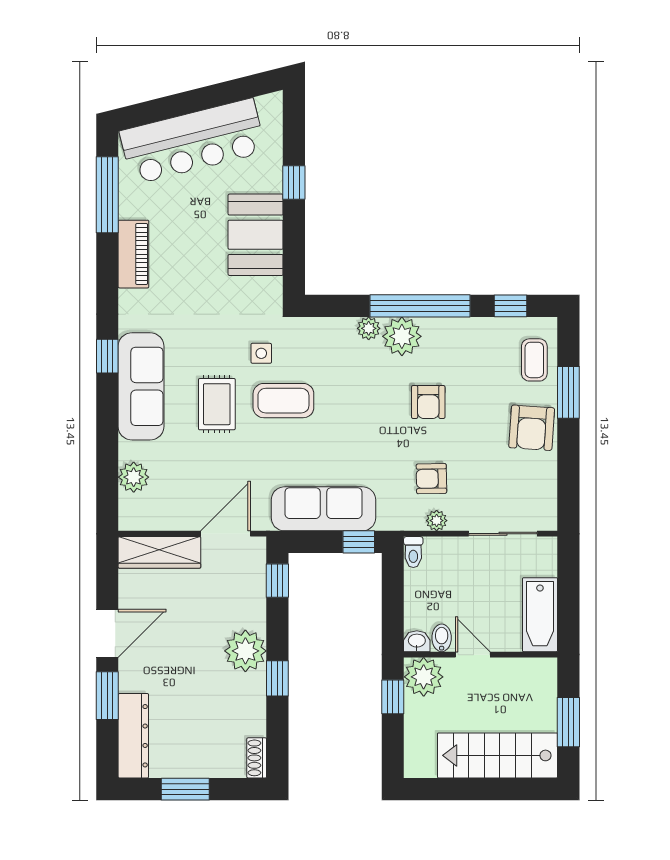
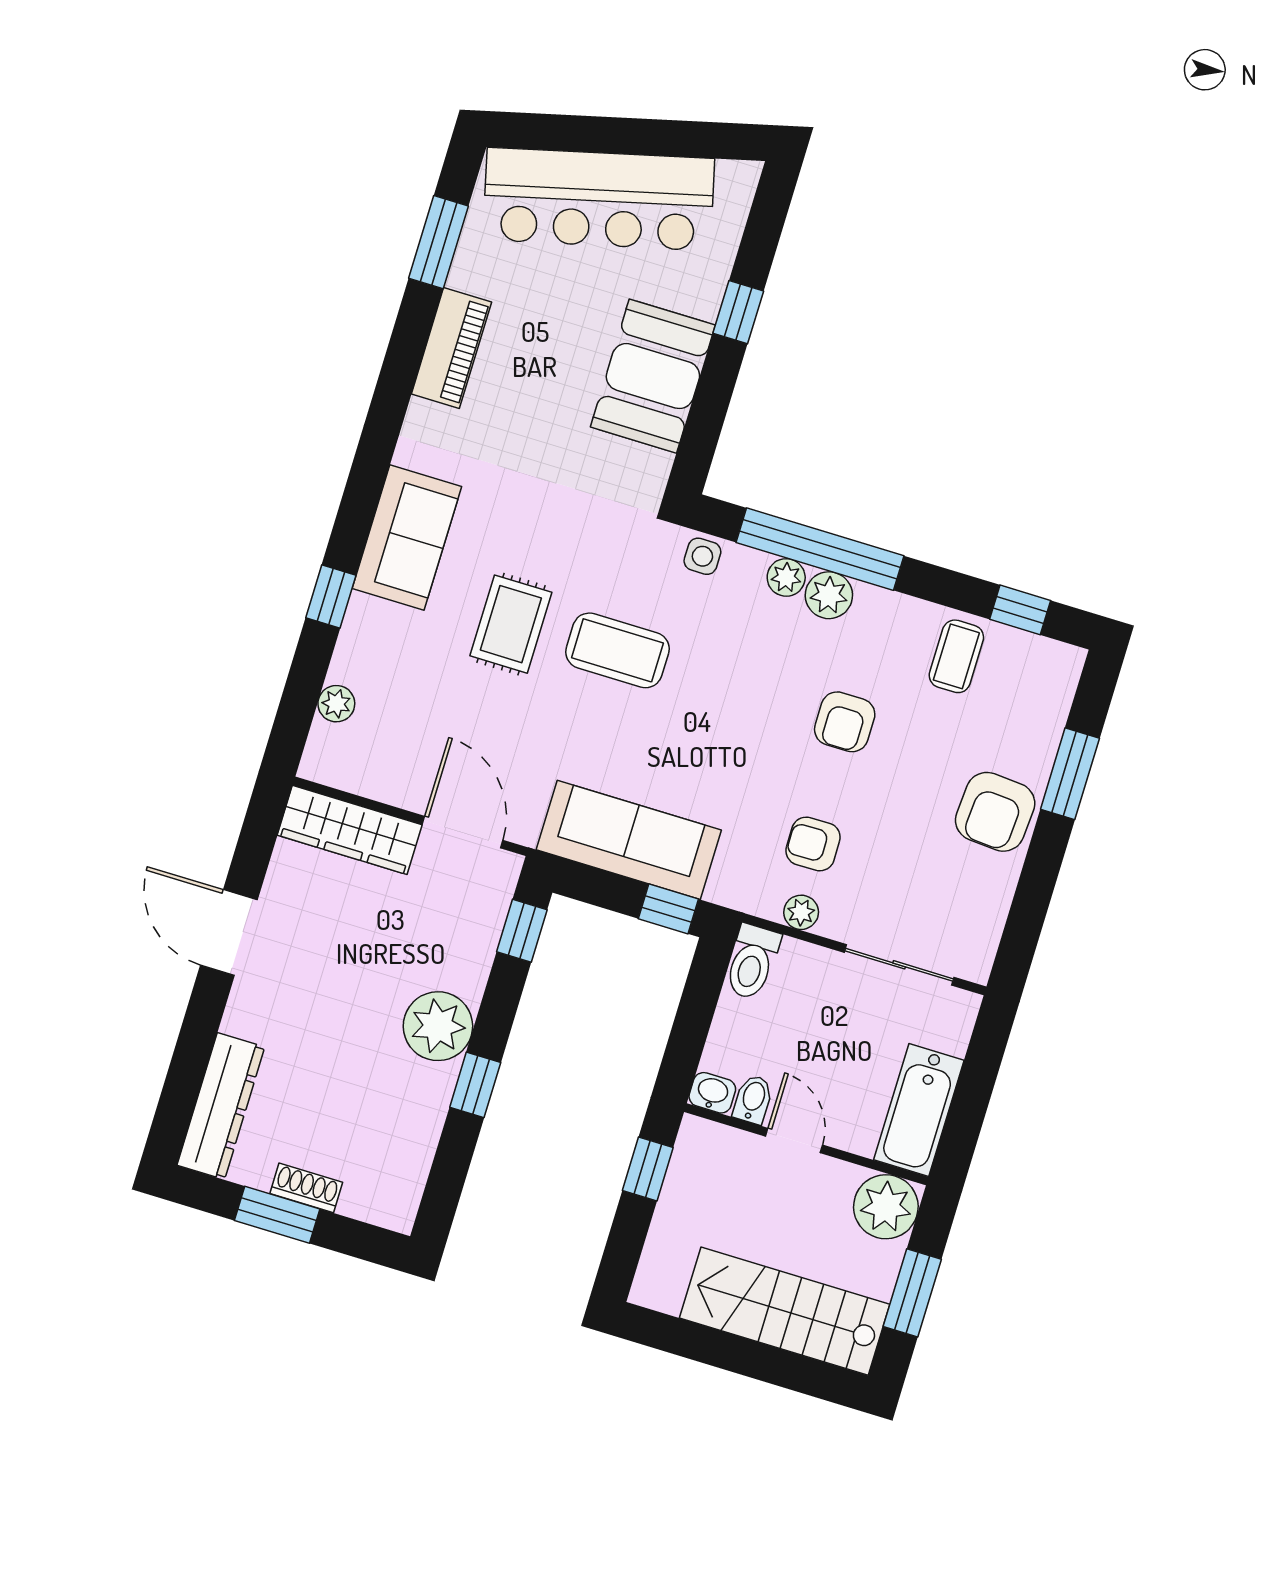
window: (107, 195) -> (439, 242), width x0.69
window: (420, 306) -> (820, 549), moved
plant: (402, 336) -> (829, 595), width x0.73, depth x0.73
side table: (261, 353) -> (702, 556), moved
window: (107, 356) -> (331, 596), moved
coffee table: (534, 360) -> (956, 656), moved
sofa: (141, 386) -> (407, 538), width x0.73
plant: (134, 477) -> (336, 704), width x0.73, depth x0.73
door: (226, 534) -> (463, 832), hinge flipped
toilet: (413, 552) -> (752, 962), width x1.37, depth x1.39
door: (107, 633) -> (229, 932), swing flipped
plant: (424, 677) -> (886, 1207), moved
window: (107, 696) -> (199, 1030), removed
shoe rack: (257, 758) -> (306, 1188), moved, turned 90

